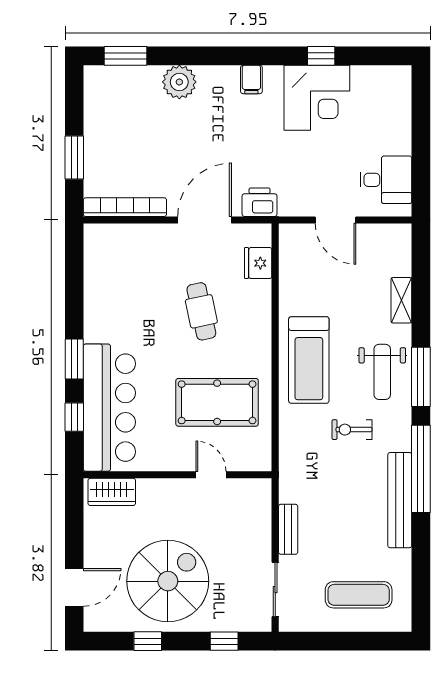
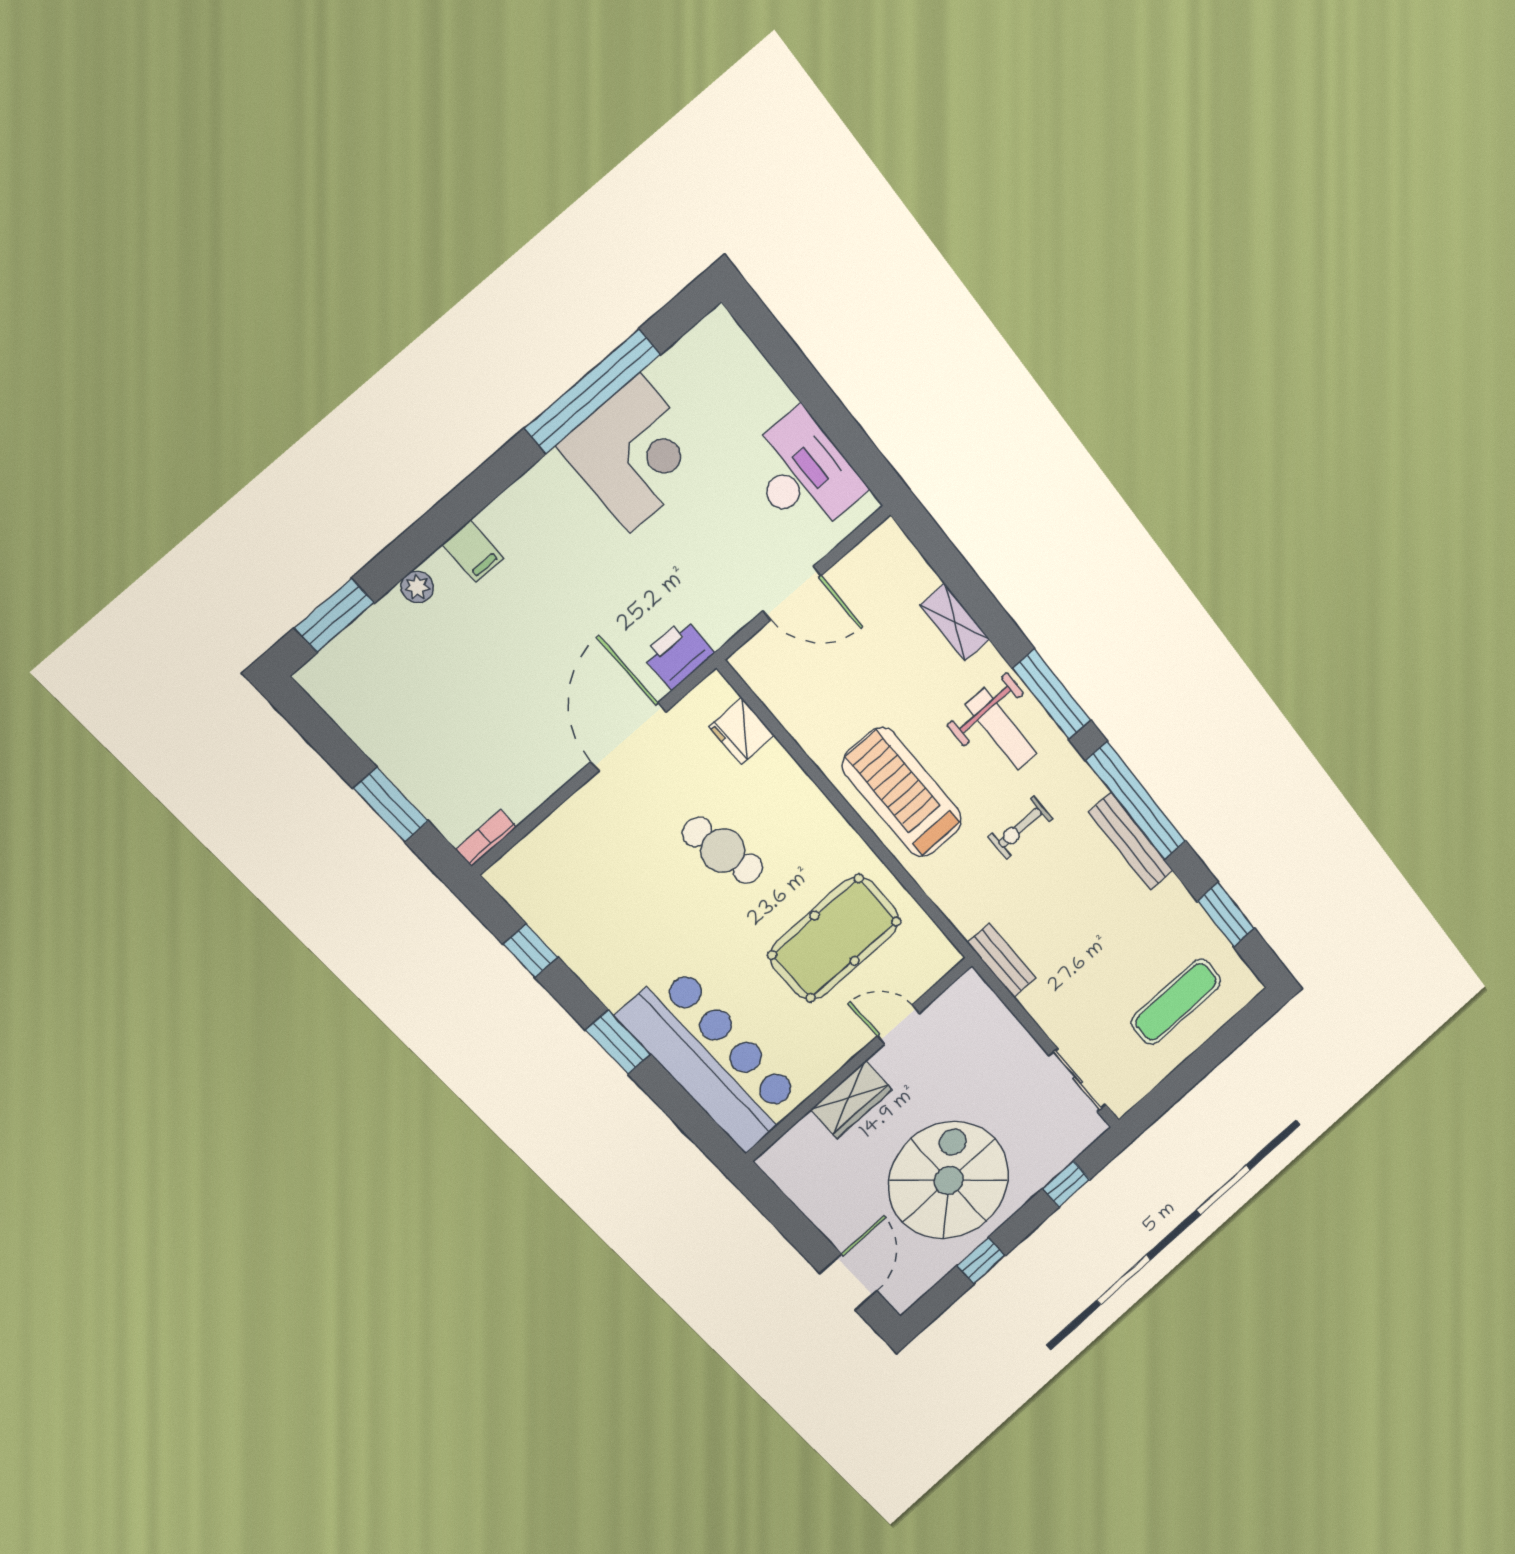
window: (321, 56) -> (592, 391), width x3.17
filing cabinet: (251, 79) -> (473, 551), moved
plant: (179, 82) -> (417, 587), width x0.53, depth x0.53
desk: (386, 180) -> (803, 474), width x1.37
bookcase: (125, 207) -> (486, 838), width x0.43, depth x0.76
treadmill: (309, 360) -> (902, 793), turned 180
window: (74, 417) -> (531, 951), moved
wardrobe: (112, 492) -> (851, 1100), moved
bench: (400, 500) -> (1131, 841), width x0.73, depth x0.82
bench: (288, 529) -> (1001, 960), moved
window: (421, 572) -> (1226, 915), added

